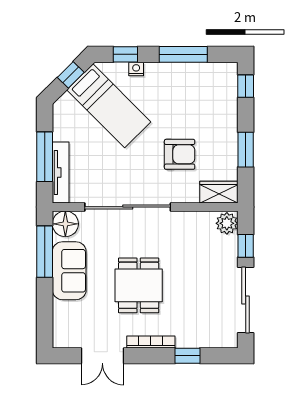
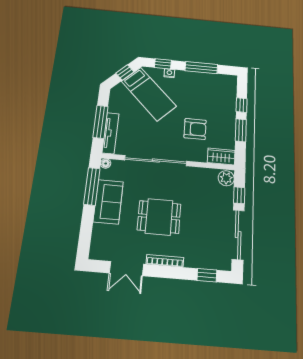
window: (246, 86) -> (242, 105), moved
floor lamp: (65, 224) -> (106, 163), width x0.53, depth x0.53
dining table: (139, 285) -> (159, 217), turned 90
window: (188, 356) -> (207, 275), moved

